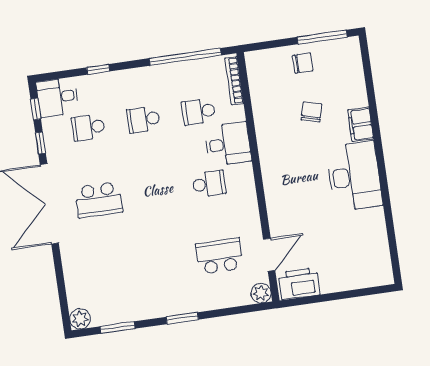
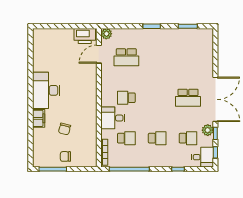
school desk: (99, 200) -> (188, 98), turned 180
plant: (80, 319) -> (208, 130), moved

